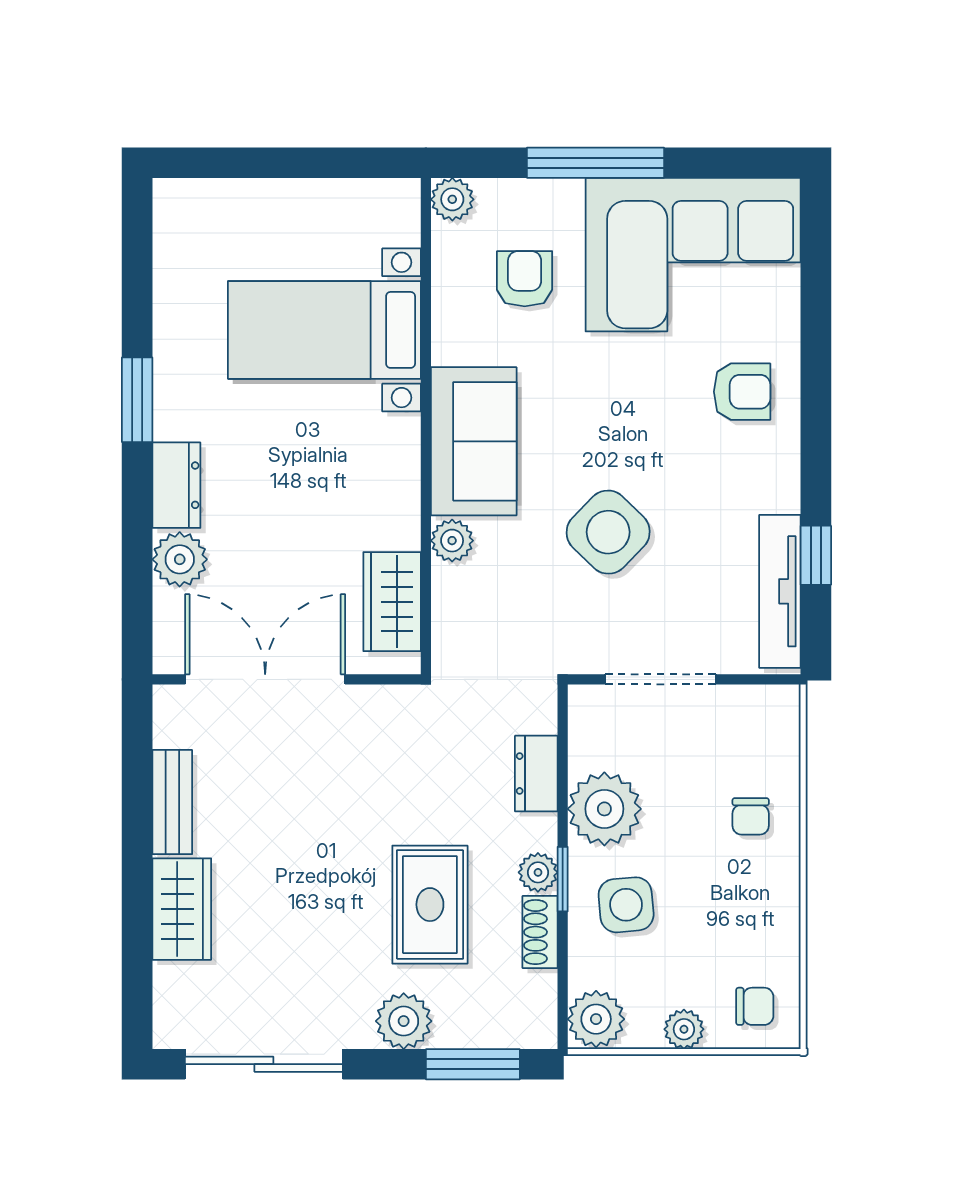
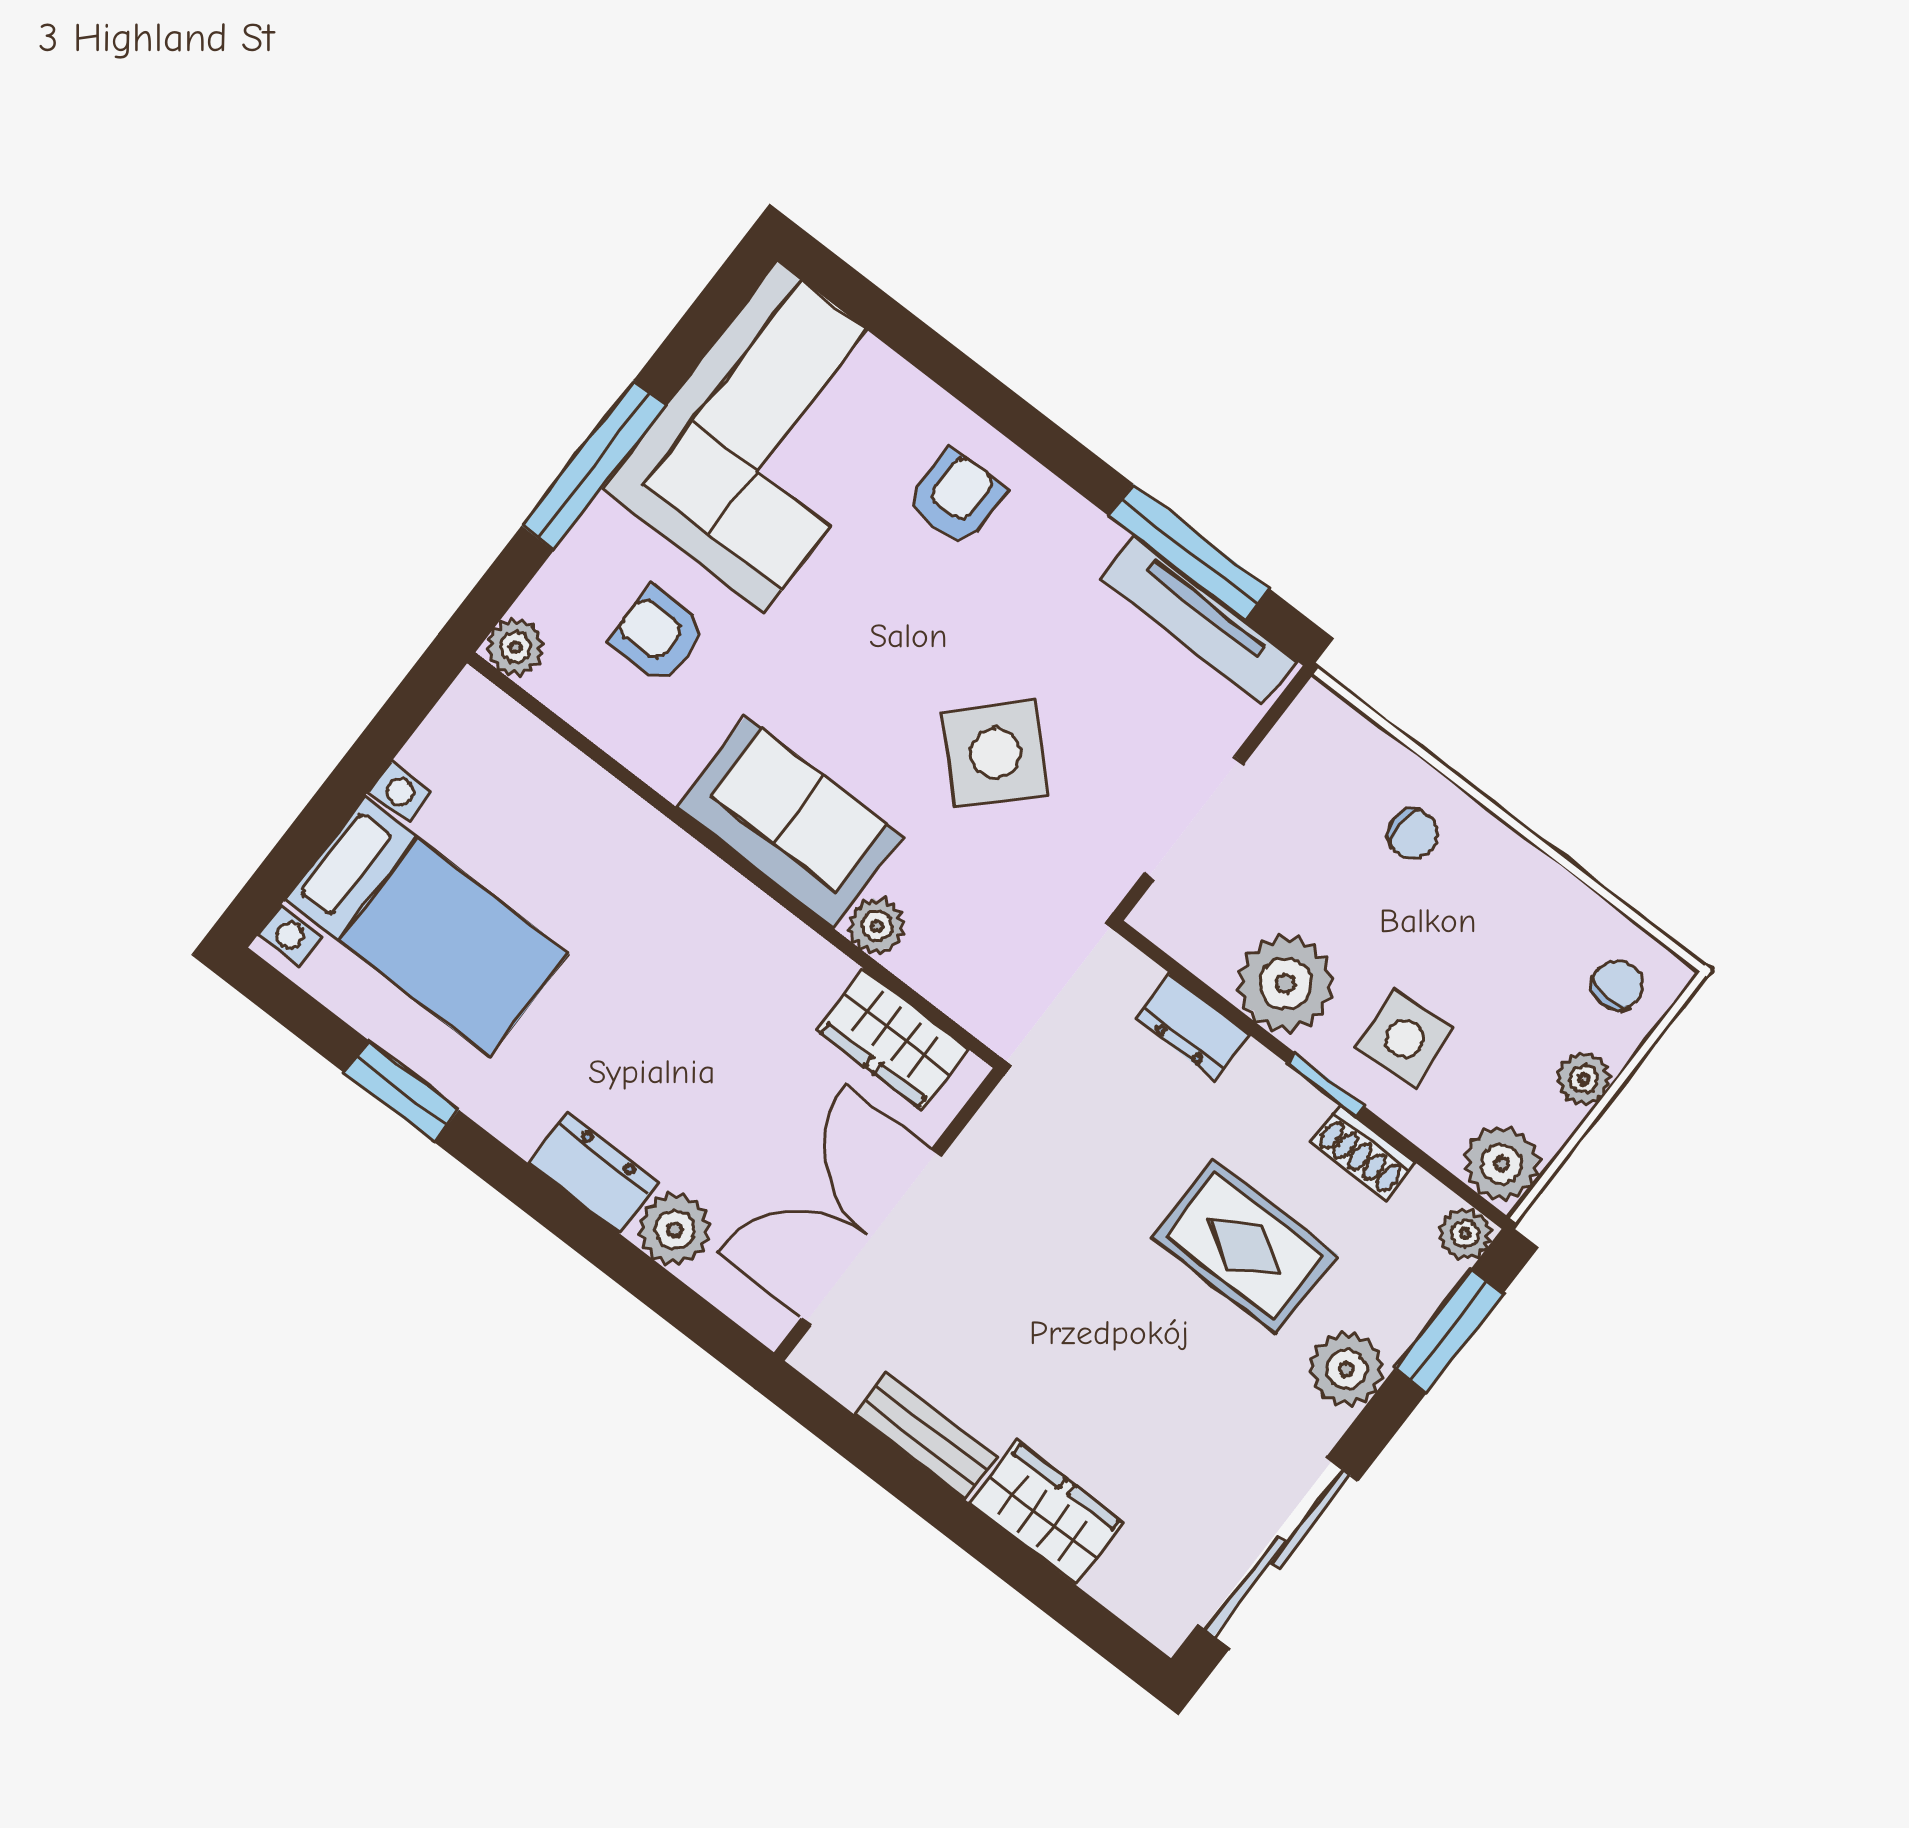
bed with nightstands: (324, 330) -> (427, 926), moved, turned -90
window: (137, 400) -> (402, 1091), moved
window: (816, 555) -> (1189, 552), width x2.17
plant: (538, 872) -> (1465, 1234), moved

